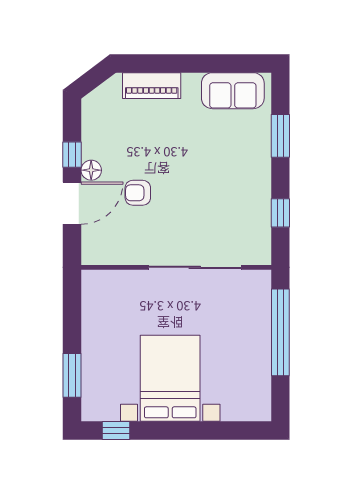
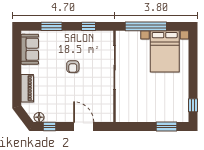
window: (72, 155) -> (49, 126), moved
floor lamp: (91, 170) -> (39, 117), moved
armchair: (138, 193) -> (73, 67), moved
bed with nightstands: (170, 378) -> (165, 51), moved, turned -90

